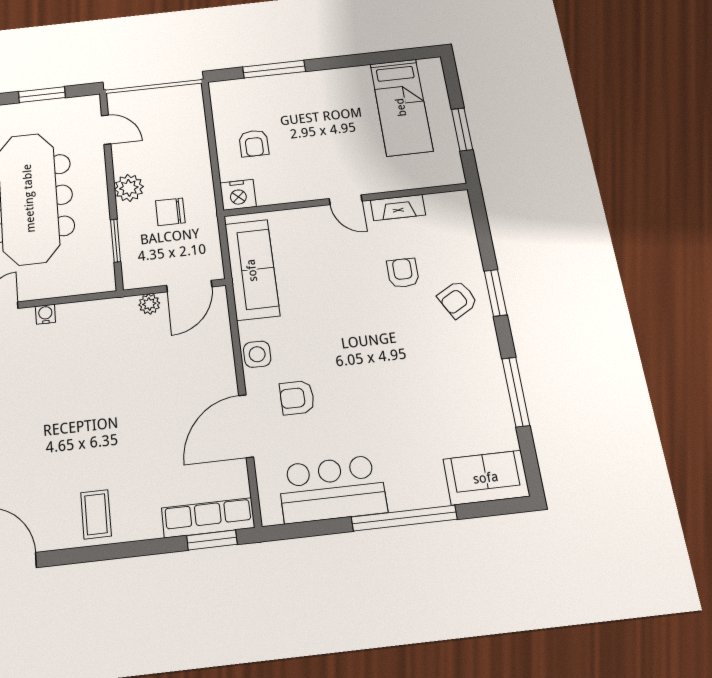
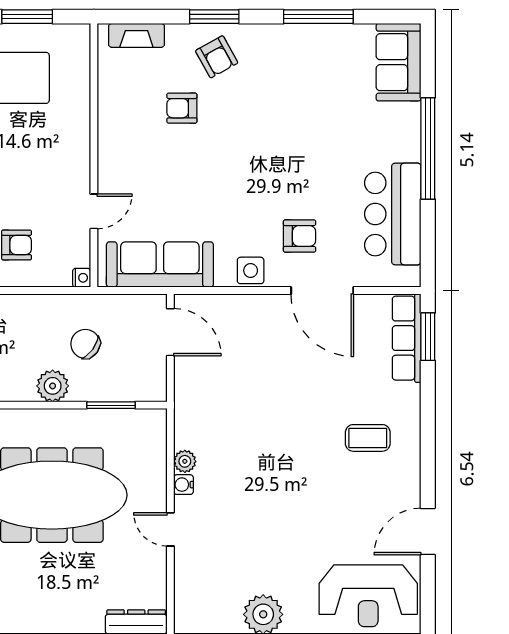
nightstand: (238, 195) -> (82, 278), width x0.53, depth x0.56
door: (346, 200) -> (94, 211), moved
fireplace: (398, 207) -> (136, 35), moved, turned 90
chair: (170, 212) -> (85, 344), turned 126
plant: (149, 304) -> (185, 461), moved
armchair: (297, 398) -> (300, 236), turned -90
coffee table: (96, 514) -> (368, 438), moved

